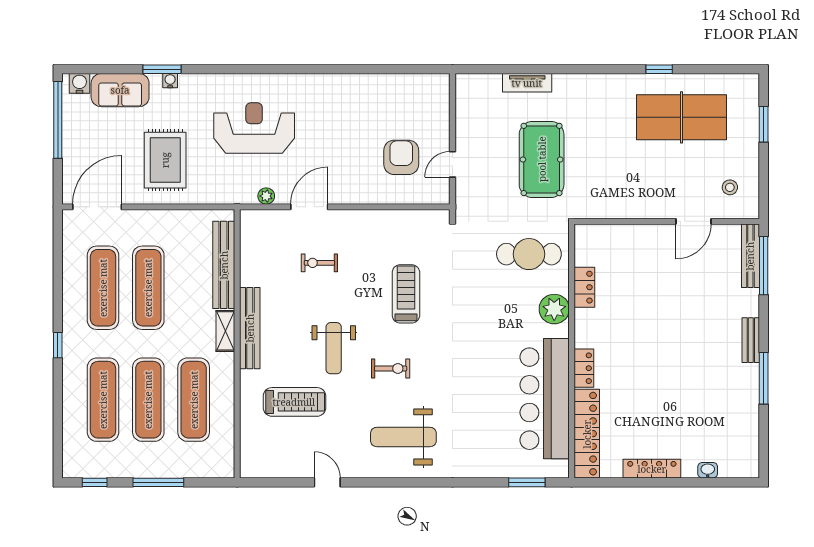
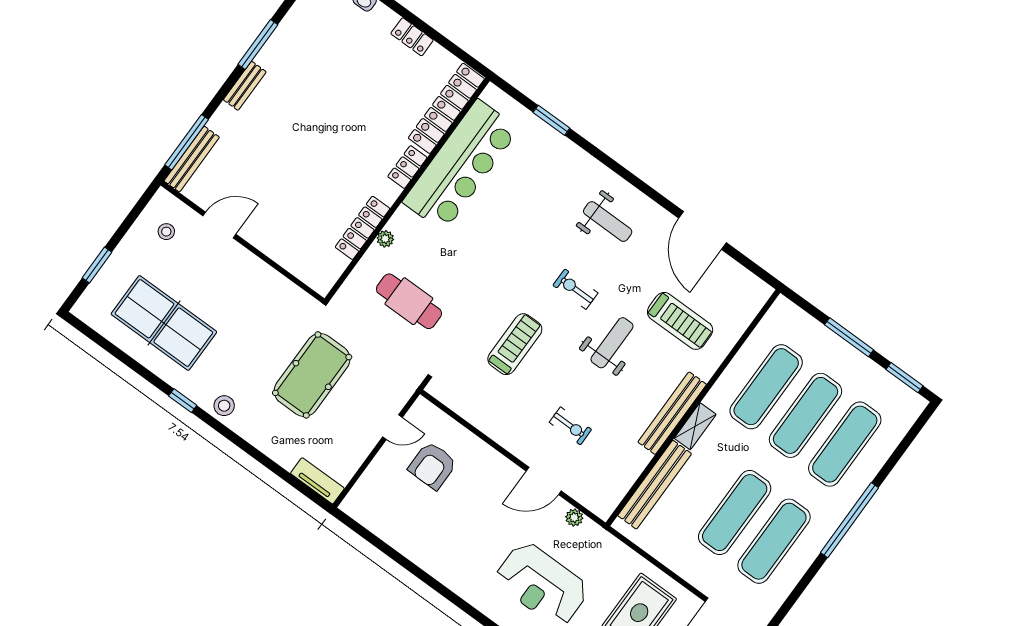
window: (659, 69) -> (183, 401), moved
tv unit: (527, 83) -> (317, 481), moved
stool: (591, 88) -> (224, 406), added
cafe table: (529, 254) -> (409, 301), moved
locker: (584, 287) -> (362, 228), width x1.53
treadmill: (406, 294) -> (515, 344), turned 180
plant: (554, 309) -> (385, 239), width x0.53, depth x0.53
window: (58, 345) -> (850, 520), width x3.17
treadmill: (294, 402) -> (680, 321), turned 180
weight bench: (403, 437) -> (608, 222), width x0.73, depth x0.75
locker: (652, 469) -> (412, 37), width x0.66
window: (95, 482) -> (904, 378), width x1.50
door: (327, 482) -> (702, 230), width x1.88
window: (527, 482) -> (551, 120), moved

